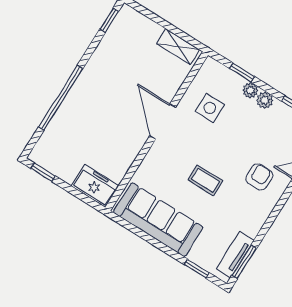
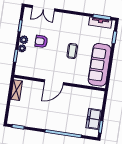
side table: (210, 108) -> (38, 63), removed
armchair: (259, 177) -> (41, 41), moved
freezer: (95, 186) -> (94, 119), moved

